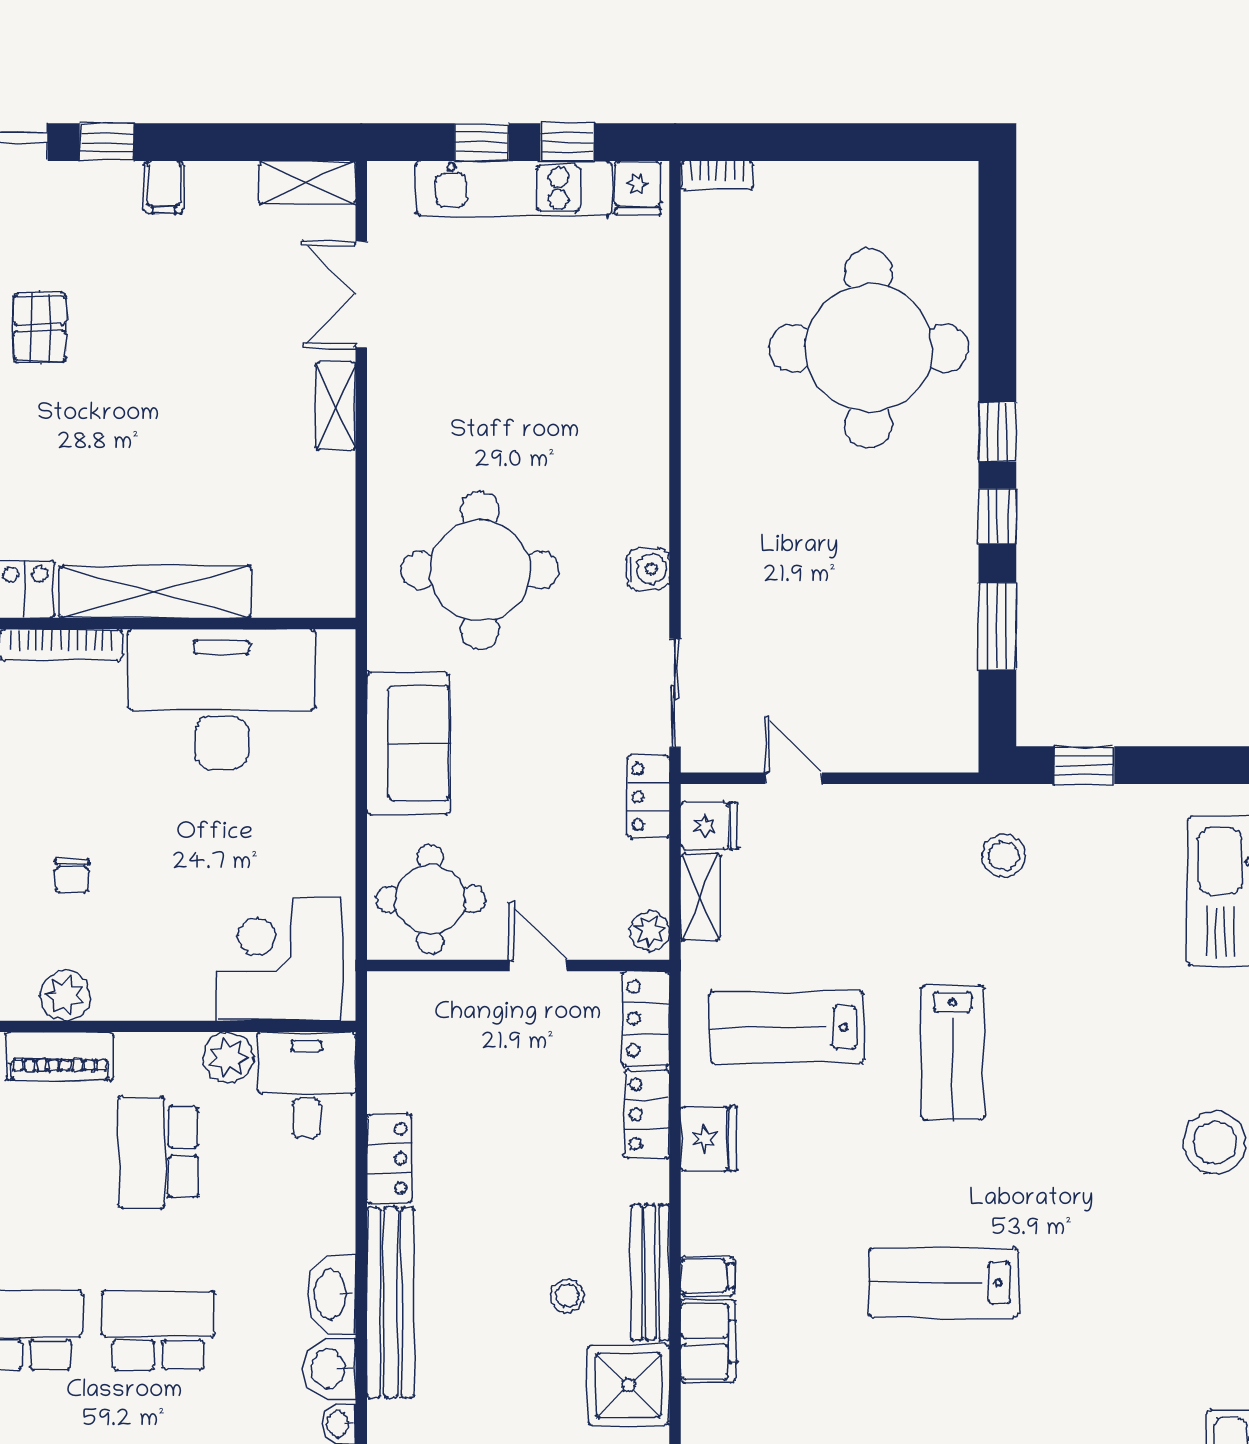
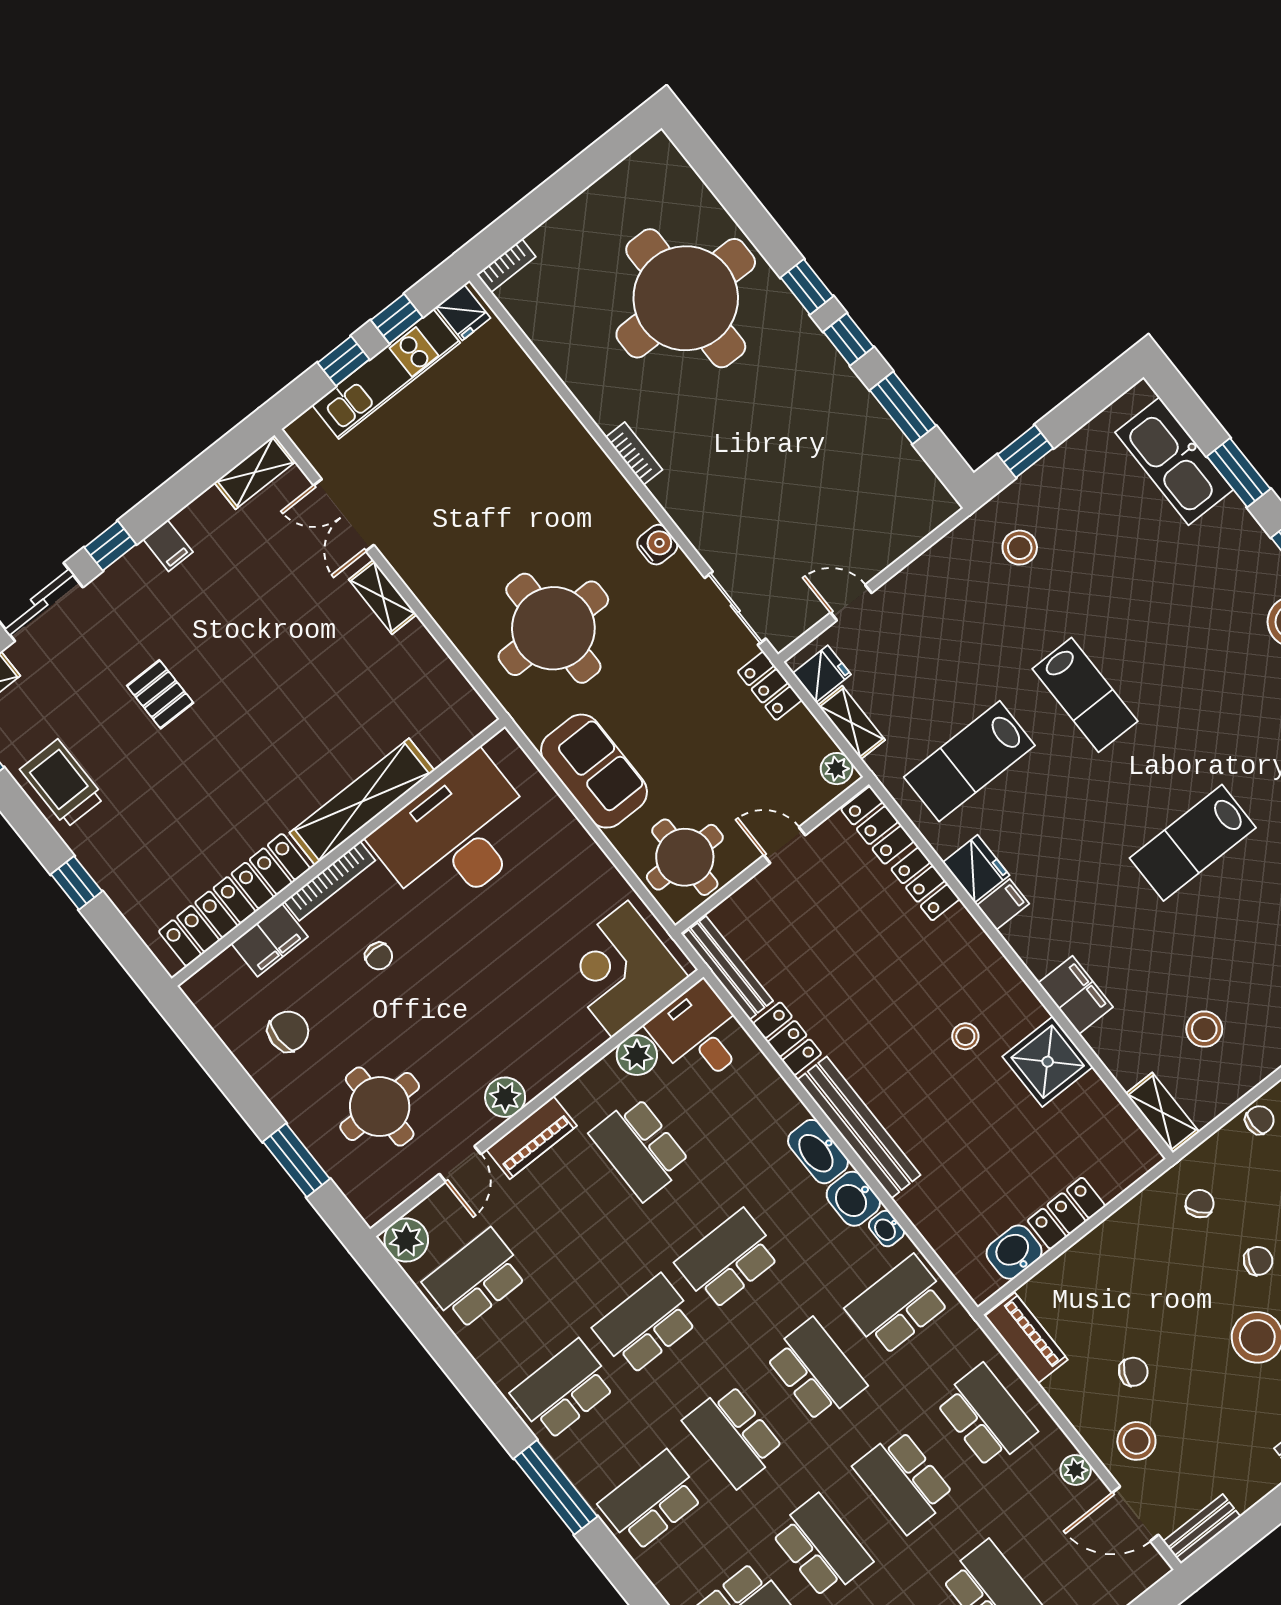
bookcase: (696, 461) -> (634, 453), added
chair: (72, 876) -> (379, 956), moved
bench: (650, 1272) -> (728, 968), moved
filing cabinet: (707, 1276) -> (1003, 905), moved

